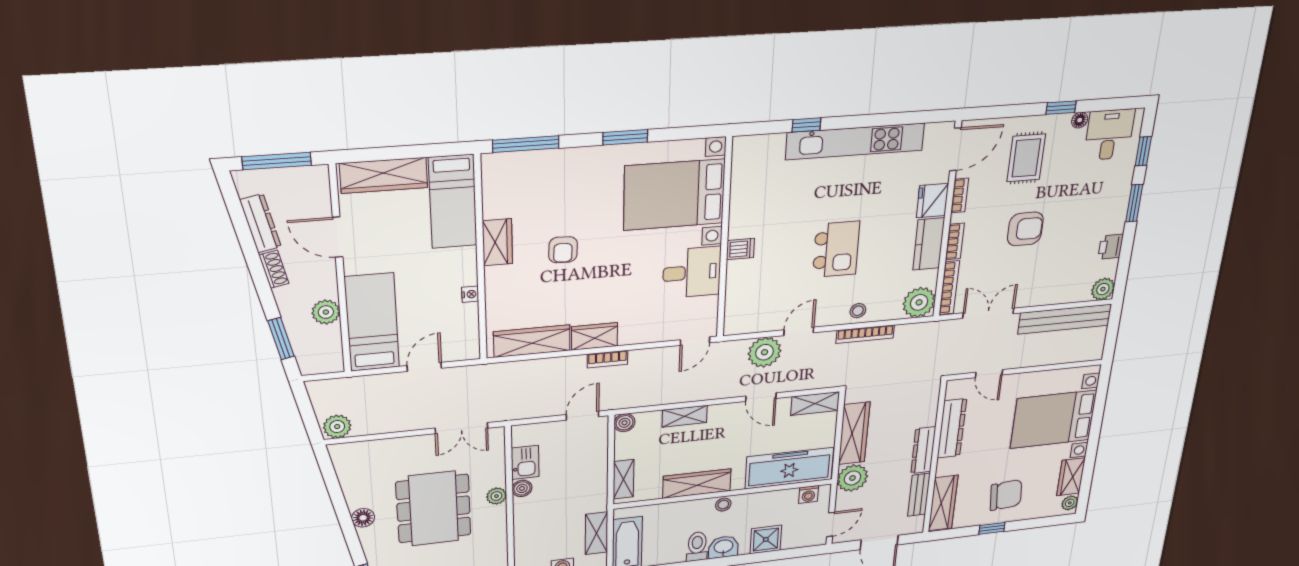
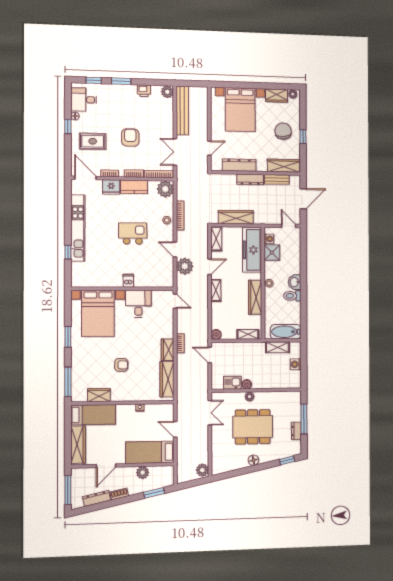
wardrobe: (497, 242) -> (99, 395), moved
shelving: (685, 416) -> (216, 290), moved
plant: (852, 478) -> (262, 216), removed
shower: (766, 539) -> (272, 253), moved

